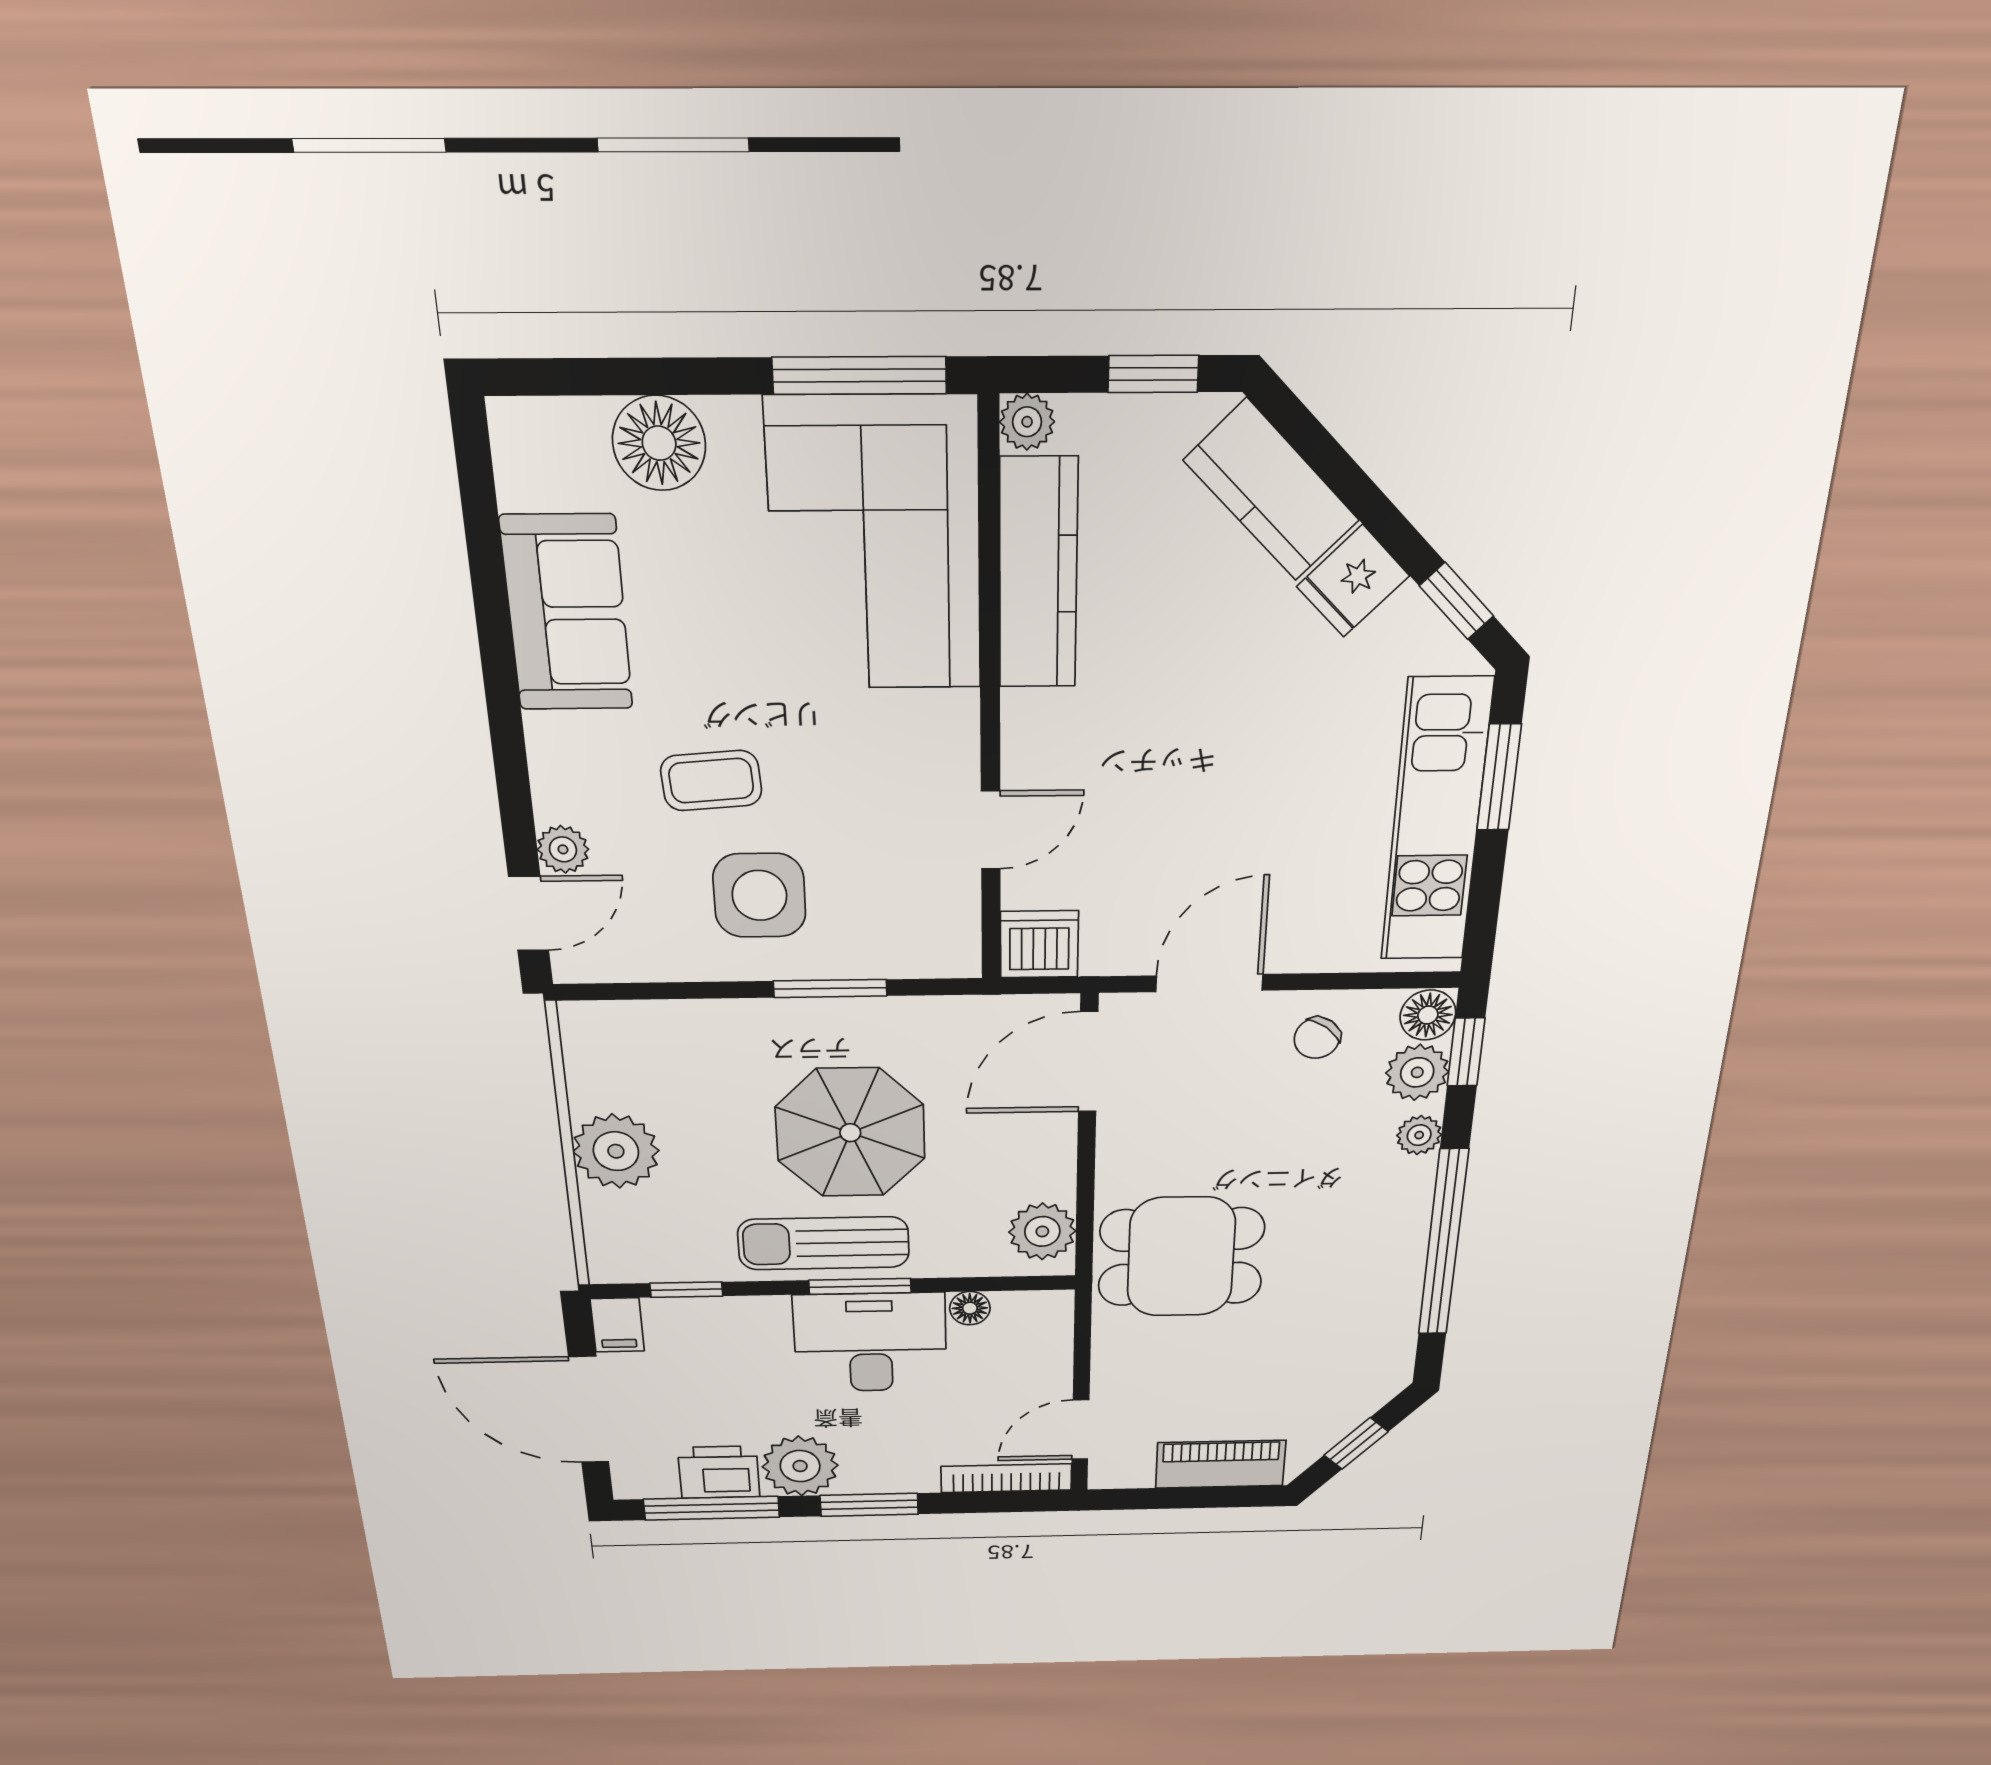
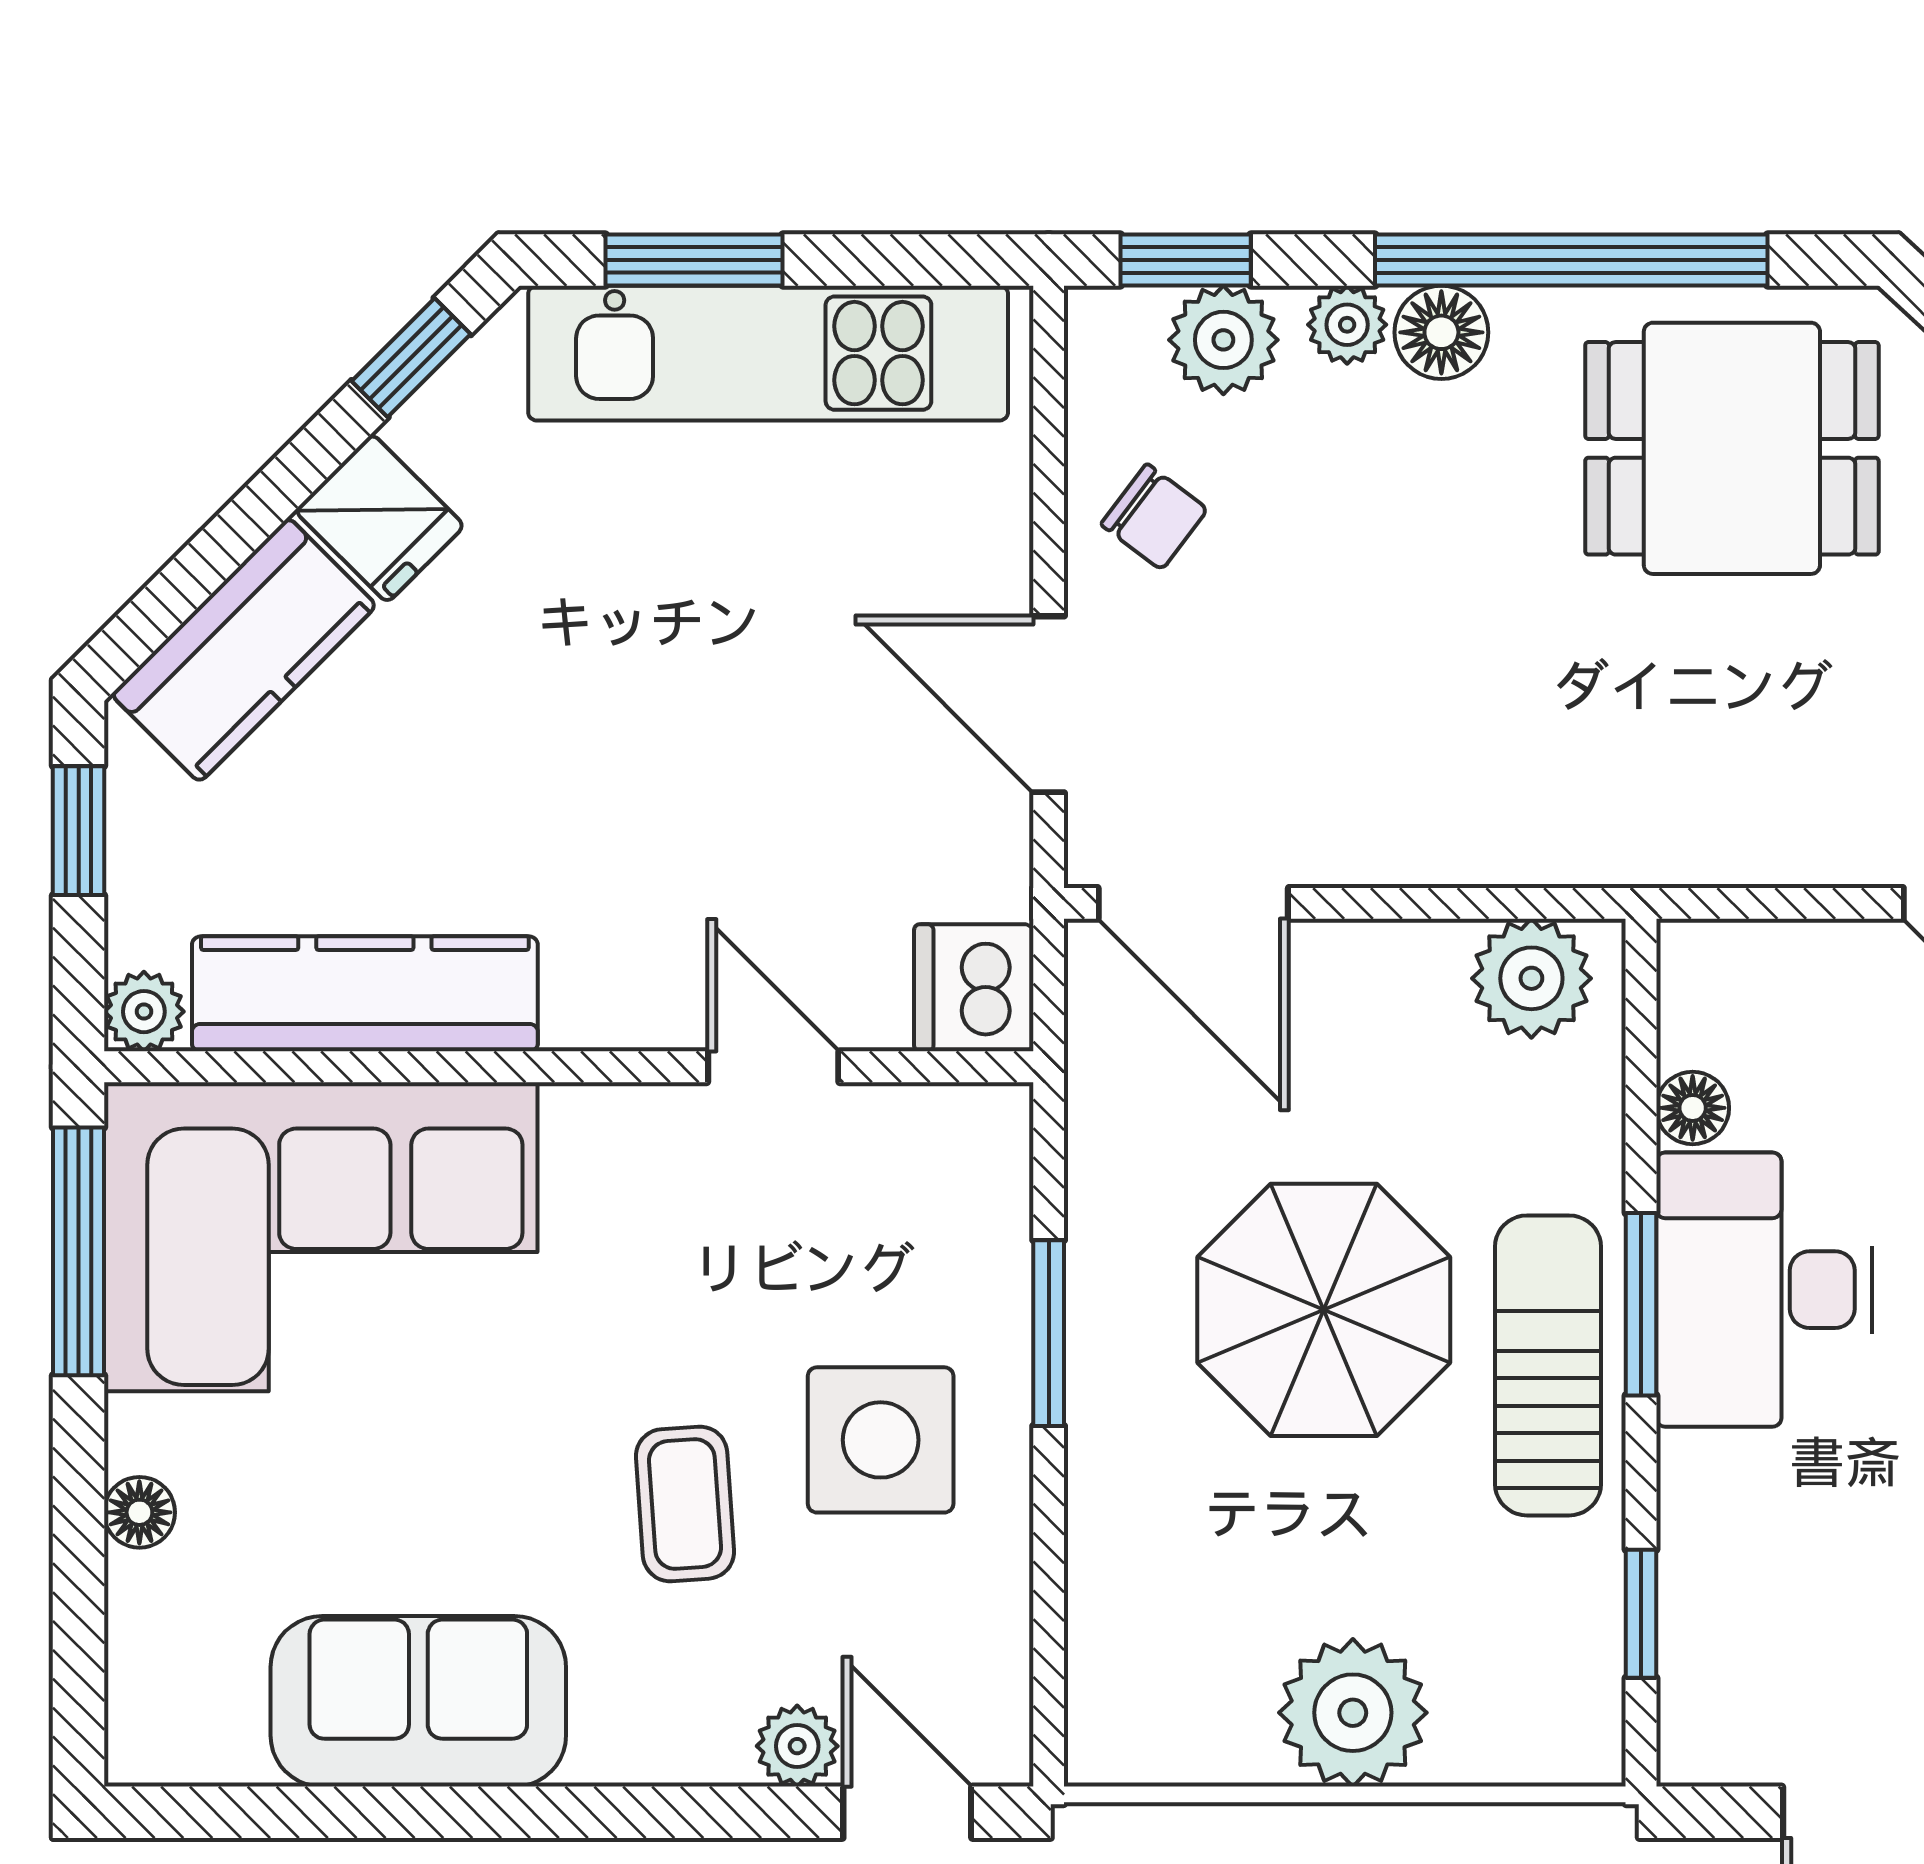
floor lamp: (659, 443) -> (139, 1512), width x0.53, depth x0.53
floor lamp: (1428, 1015) -> (1441, 332), moved
sun lounger: (823, 1243) -> (1548, 1365), turned 180
dining table: (1181, 1257) -> (1732, 448), moved, turned 90
filing cabinet: (617, 1325) -> (1714, 1743), removed

